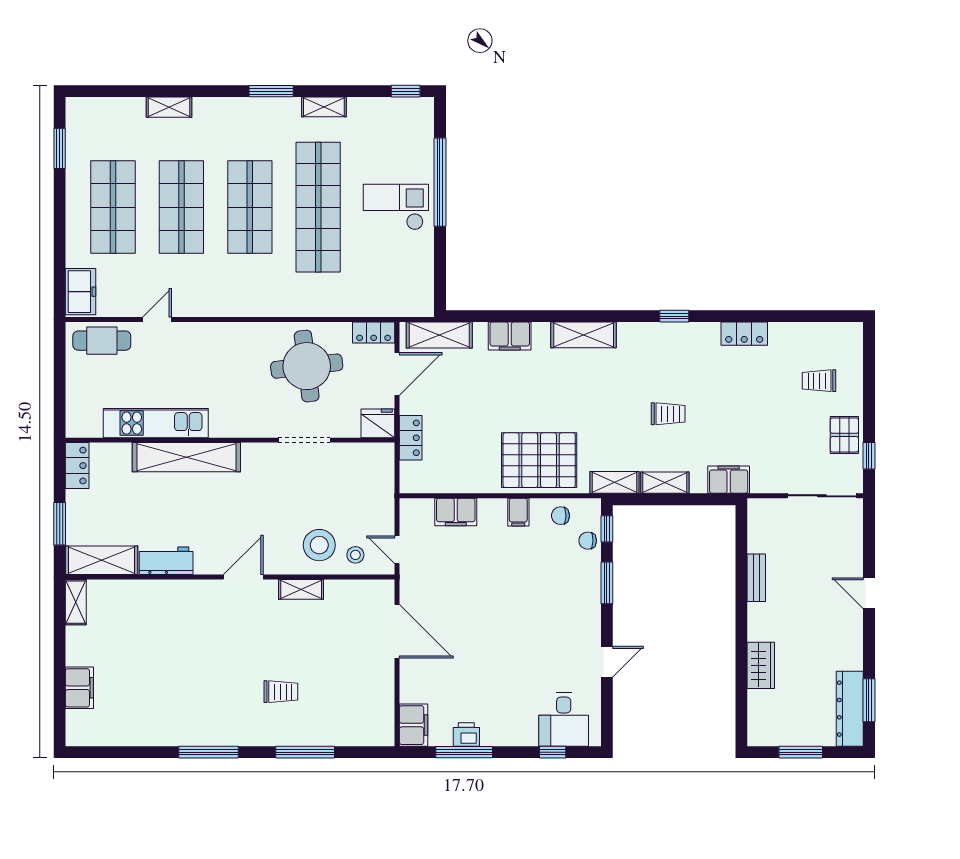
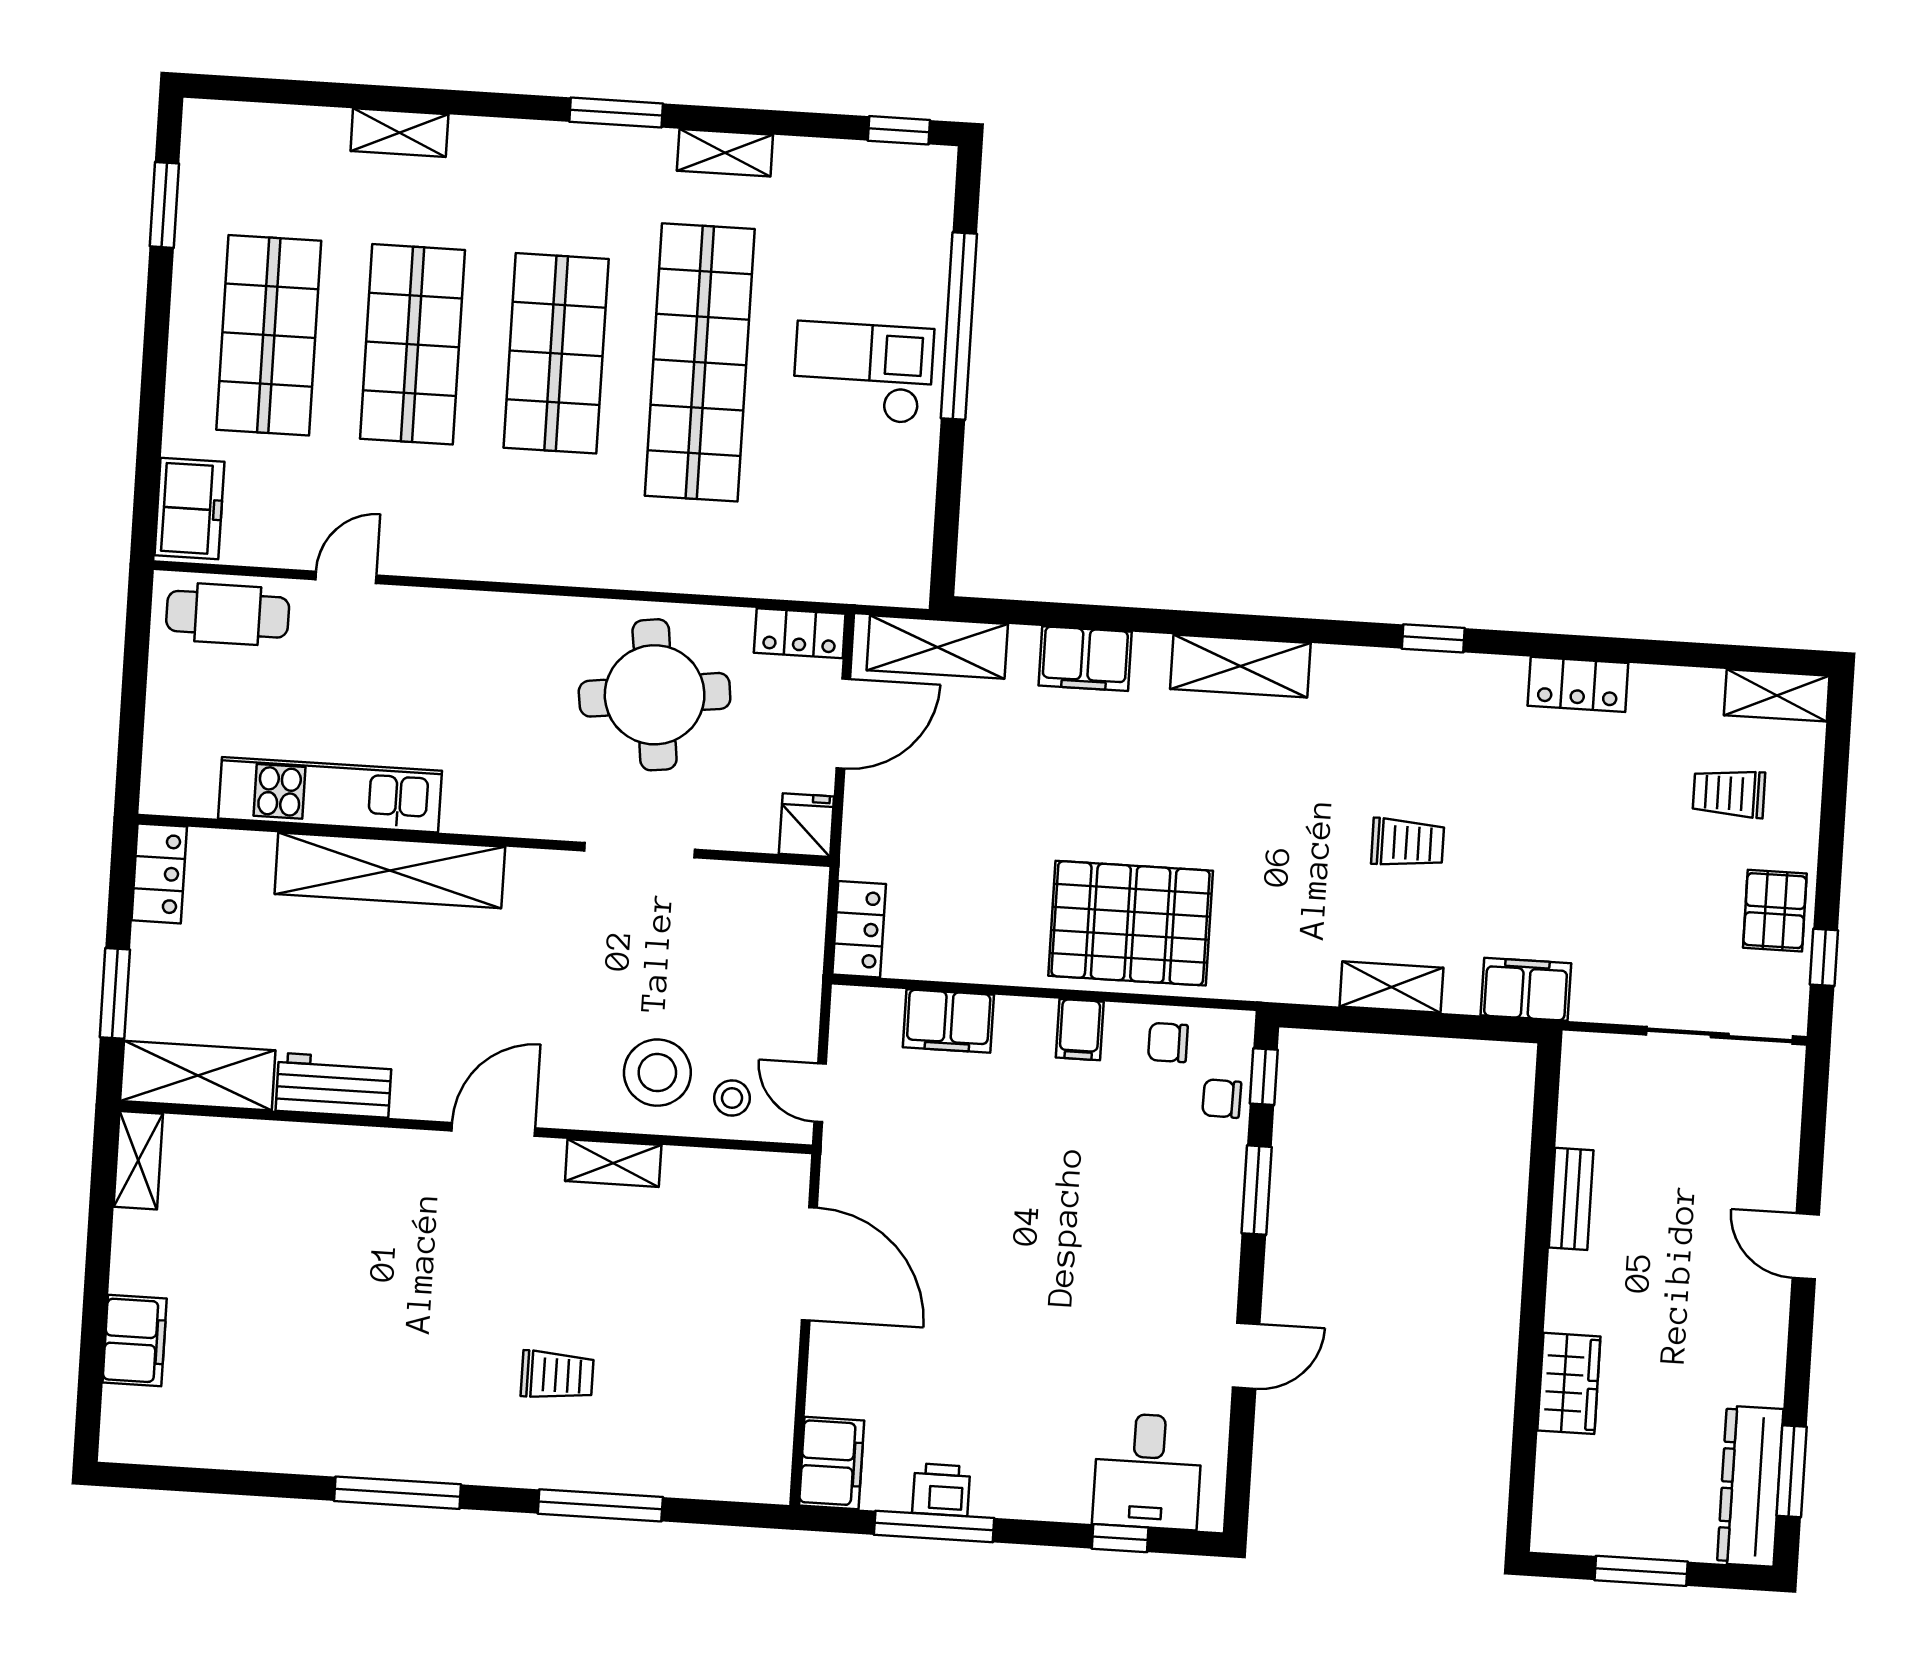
fridge: (378, 423) -> (806, 825), width x0.72
locker: (411, 438) -> (859, 929), moved
shelving: (614, 482) -> (1777, 695), moved

